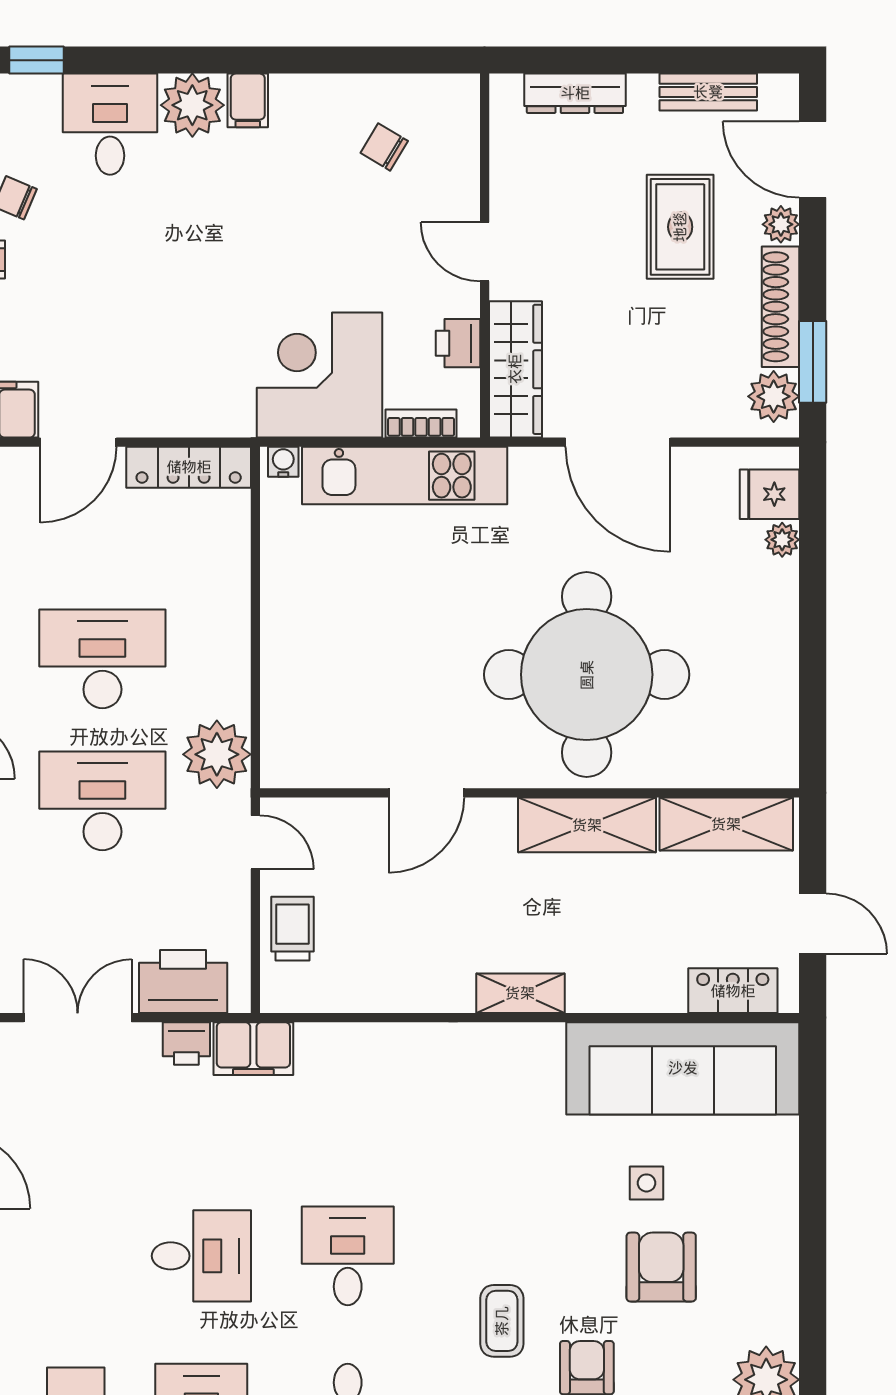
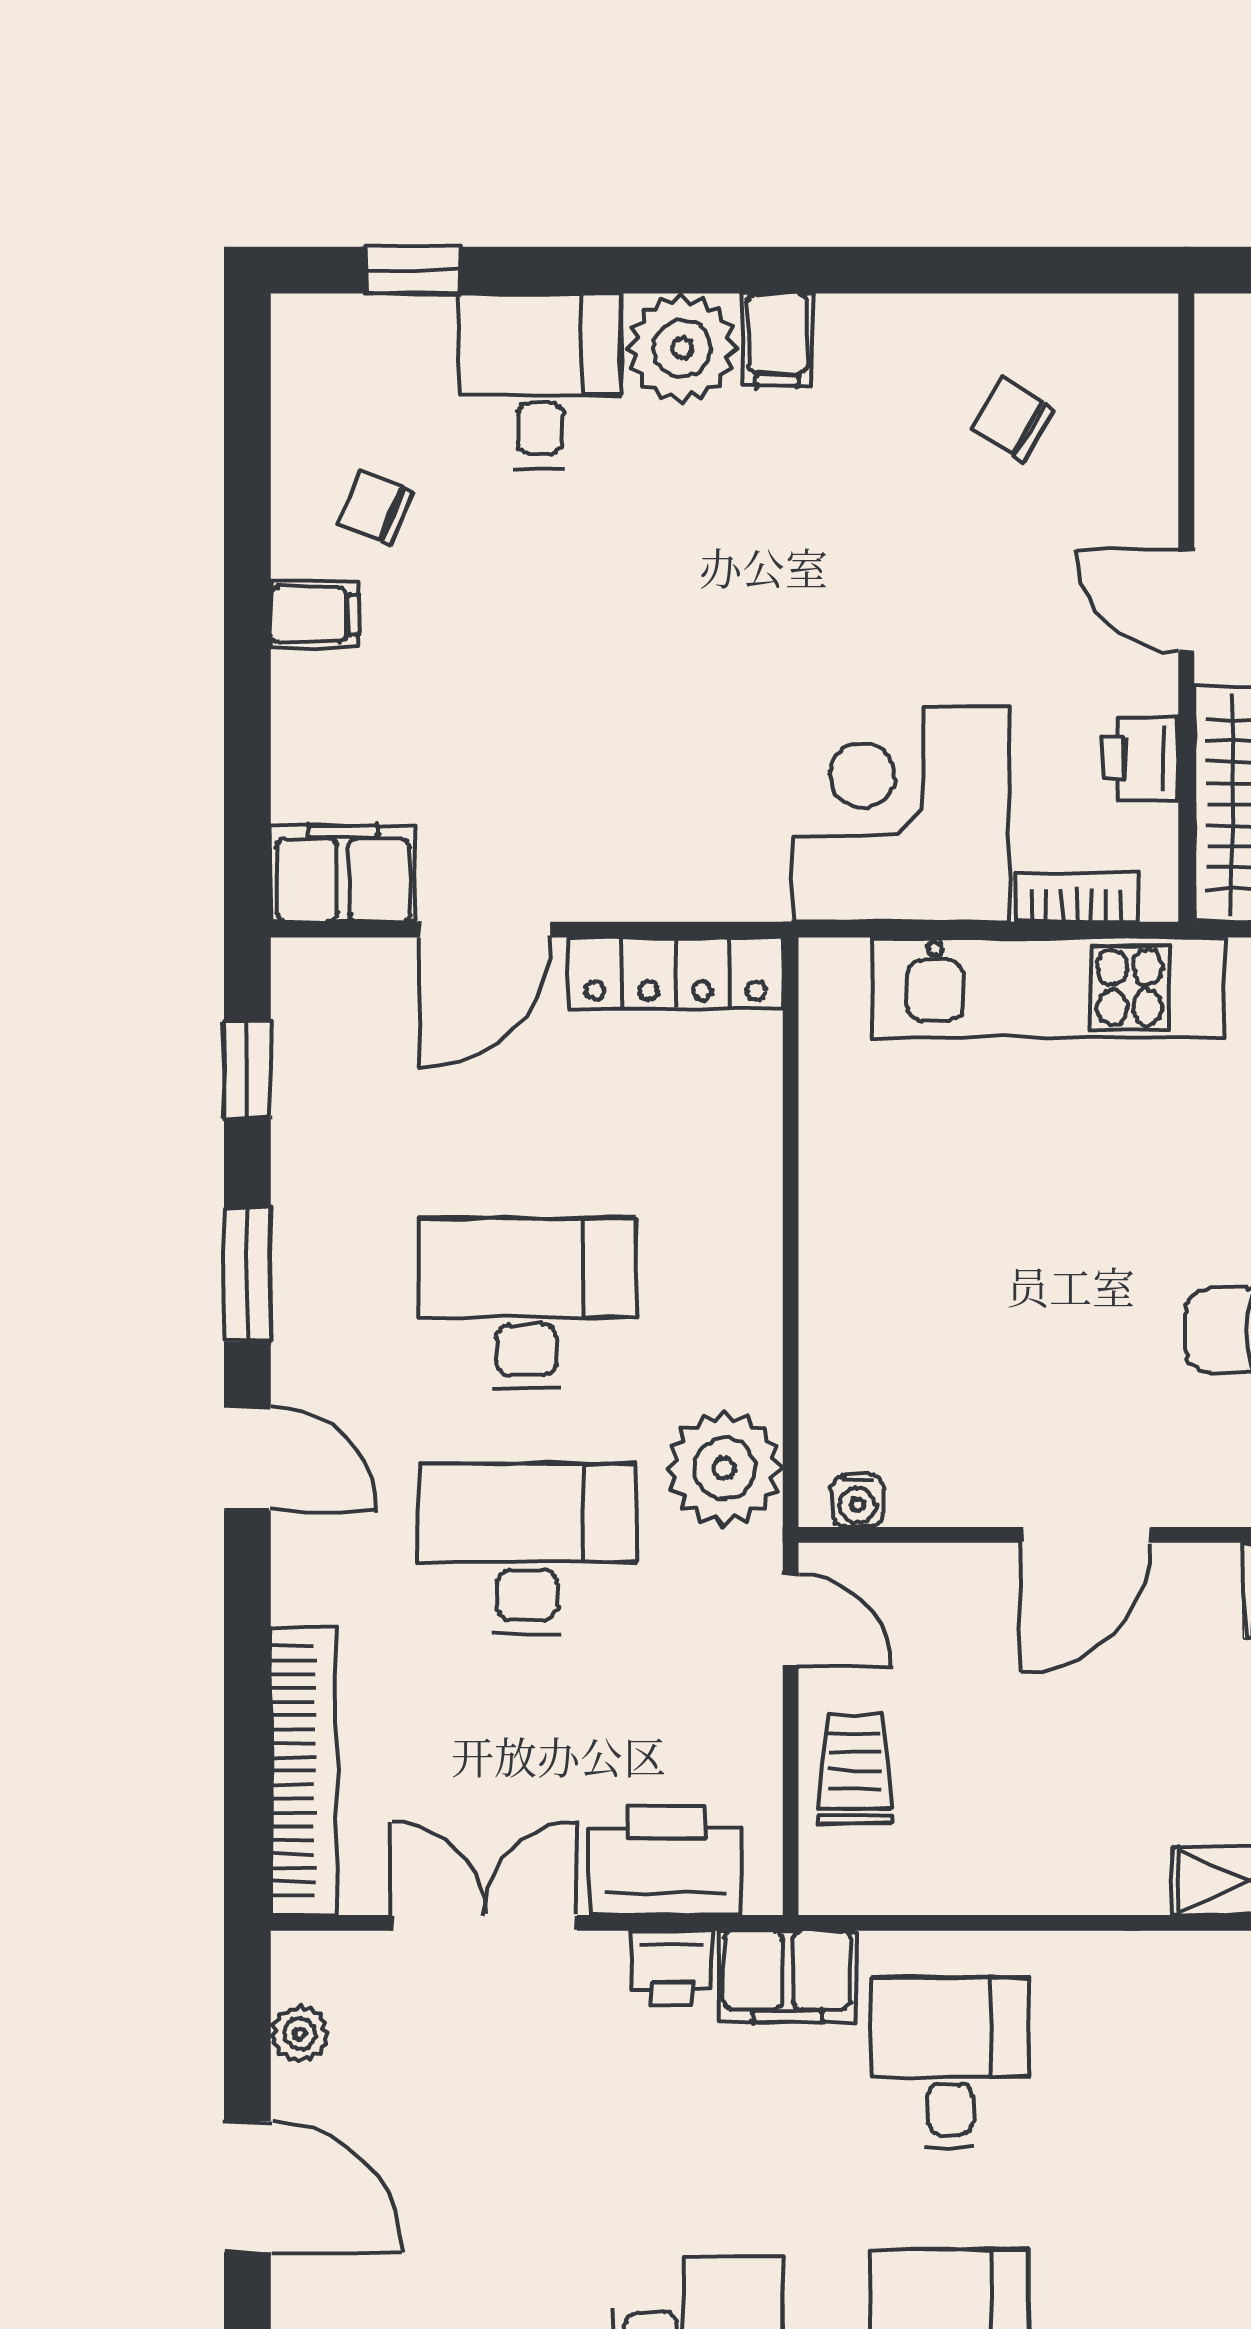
water cooler: (283, 462) -> (857, 1501), moved, turned 180
desk: (348, 1099) -> (950, 2063), added

